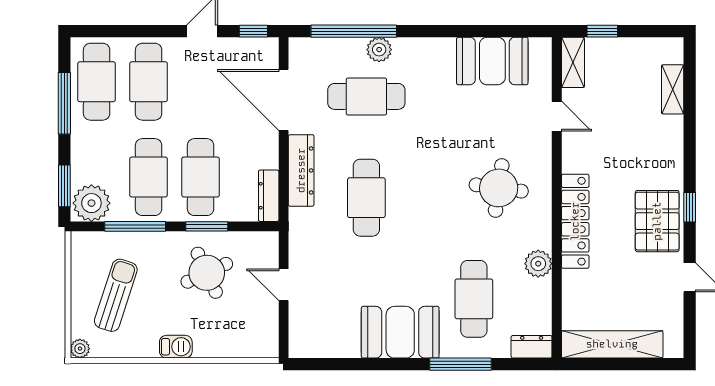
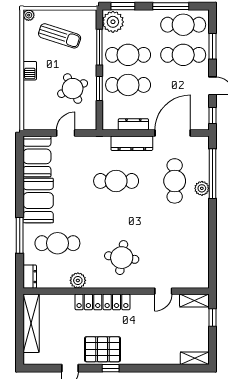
window: (134, 31) -> (212, 46), added
booth: (492, 61) -> (37, 156), moved
shelving: (673, 89) -> (195, 358), moved
dresser: (269, 196) -> (133, 124), moved

